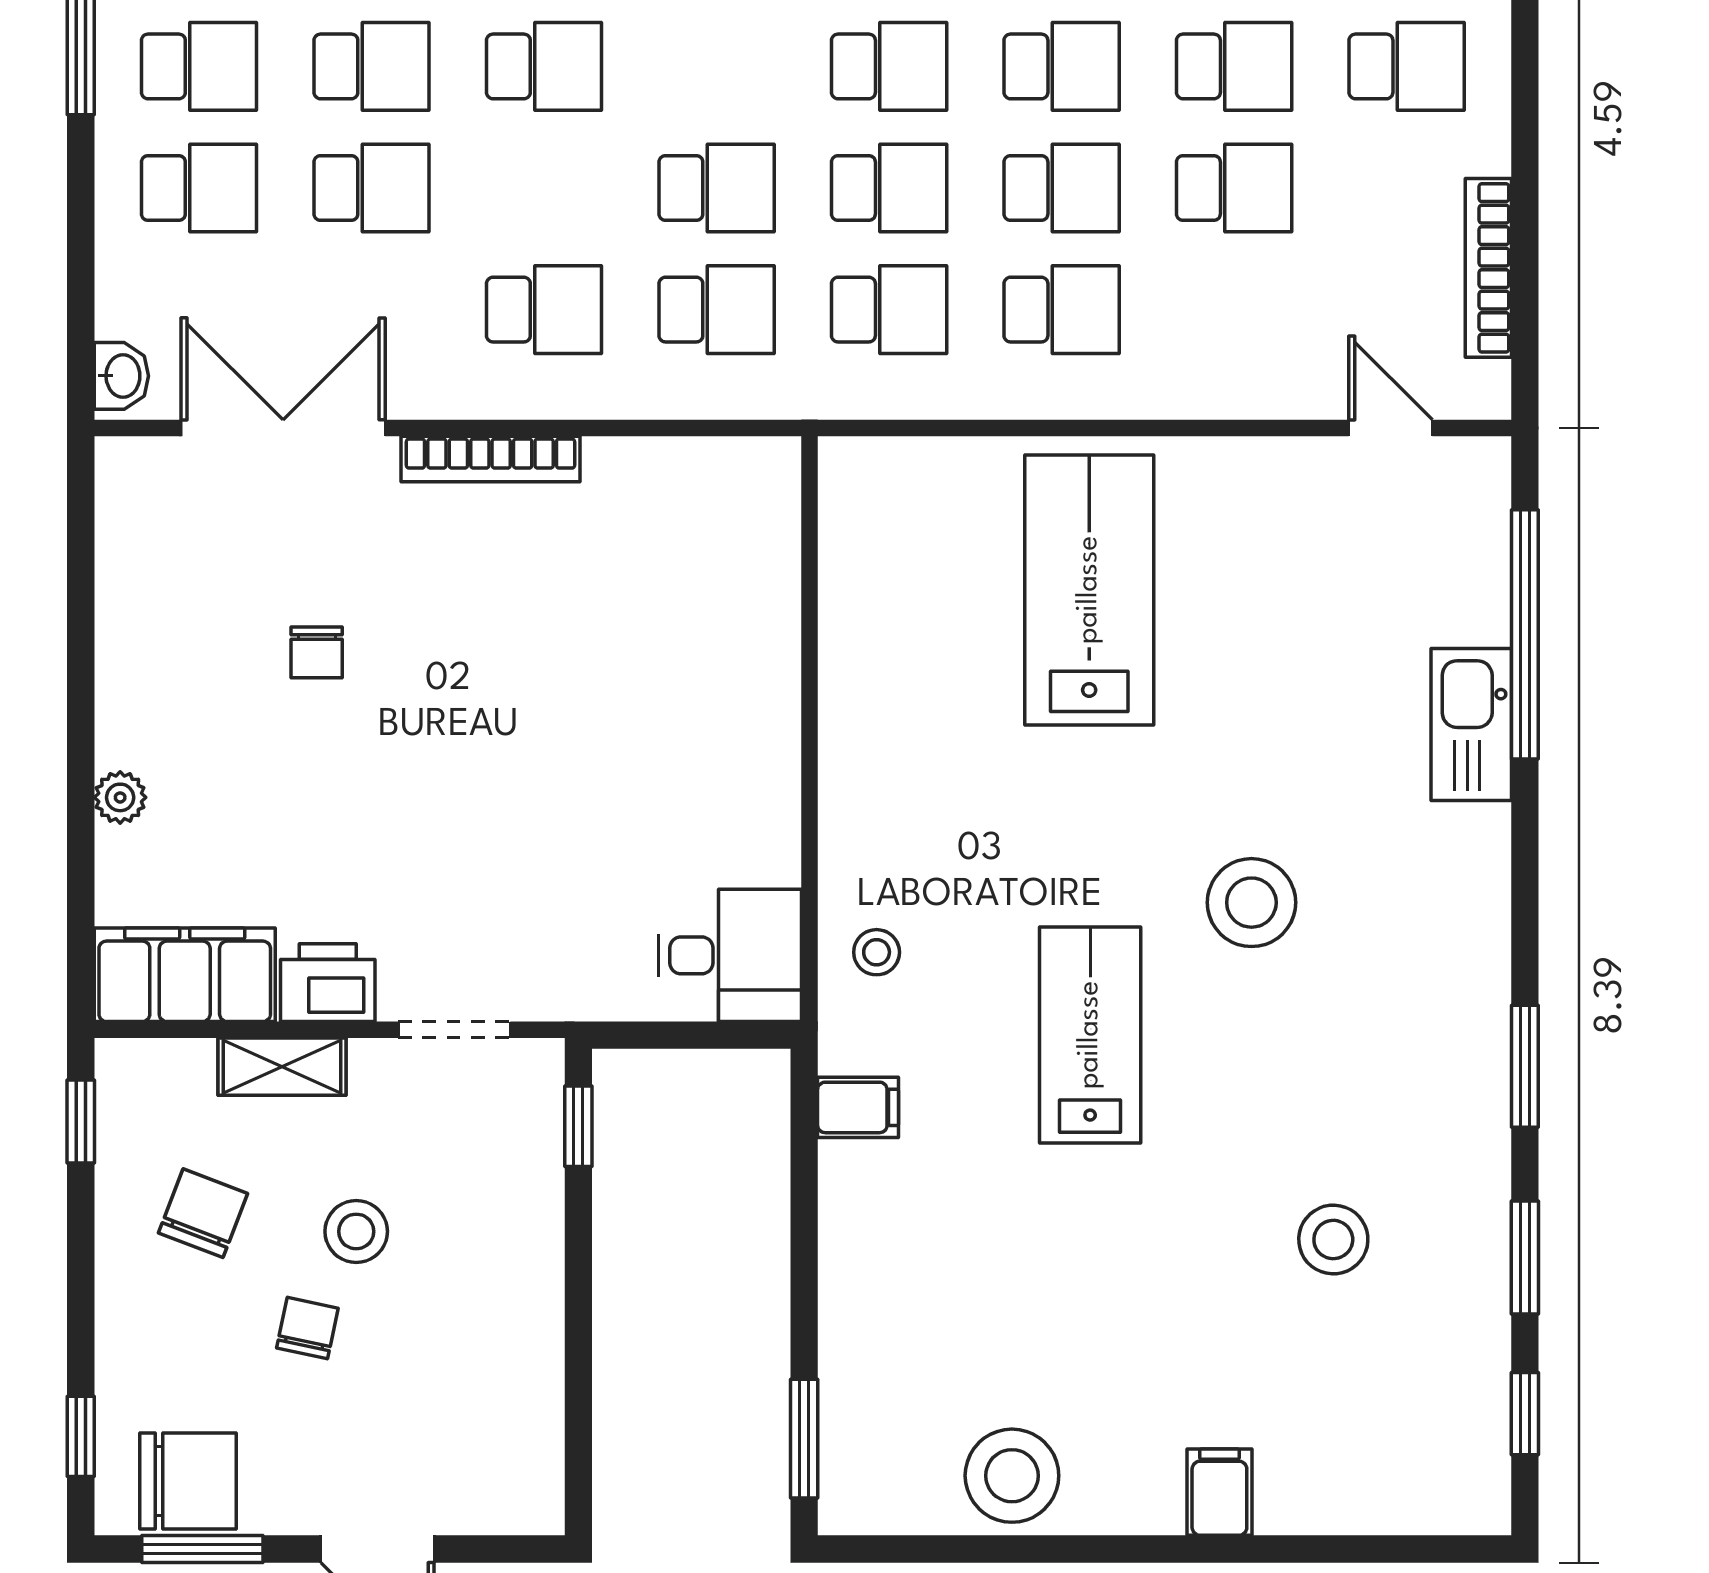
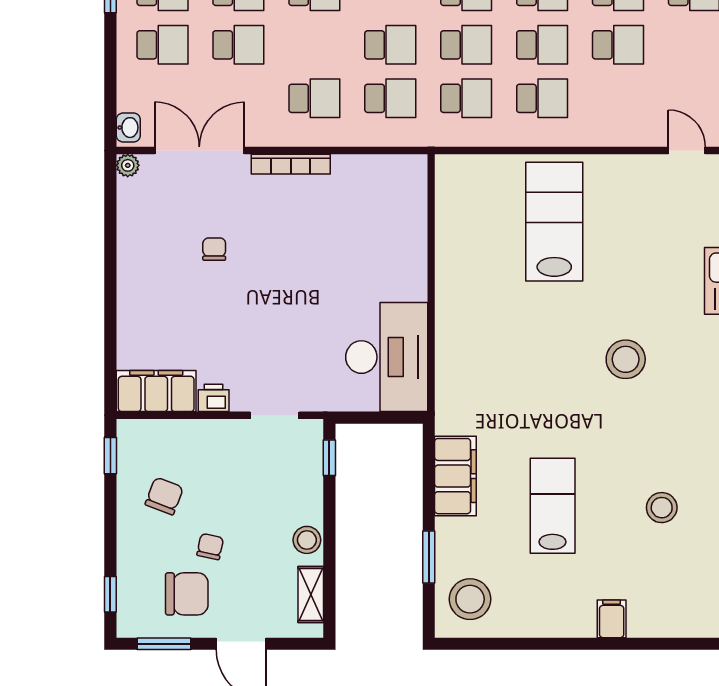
chair: (317, 652) -> (214, 249), turned 180
plant: (120, 797) -> (128, 165), moved
stool: (877, 952) -> (461, 381), removed
desk: (730, 955) -> (387, 357), width x1.87, depth x1.30
printer: (328, 983) -> (214, 398), width x0.73, depth x0.81
lab bench: (1090, 1035) -> (553, 506), moved
shelving: (282, 1067) -> (311, 595), moved, turned 90
filing cabinet: (858, 1107) -> (455, 476), width x3.00, depth x1.17
stool: (356, 1231) -> (307, 540), moved
window: (804, 1439) -> (429, 557), moved
stool: (1012, 1476) -> (470, 599), moved
chair: (188, 1481) -> (187, 594), moved

